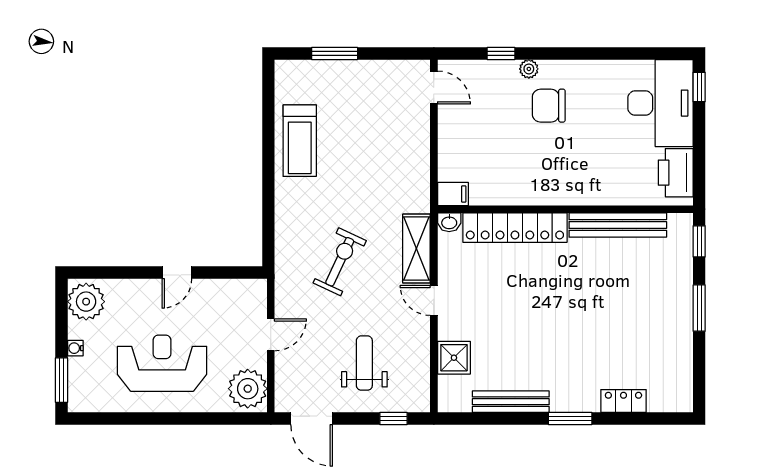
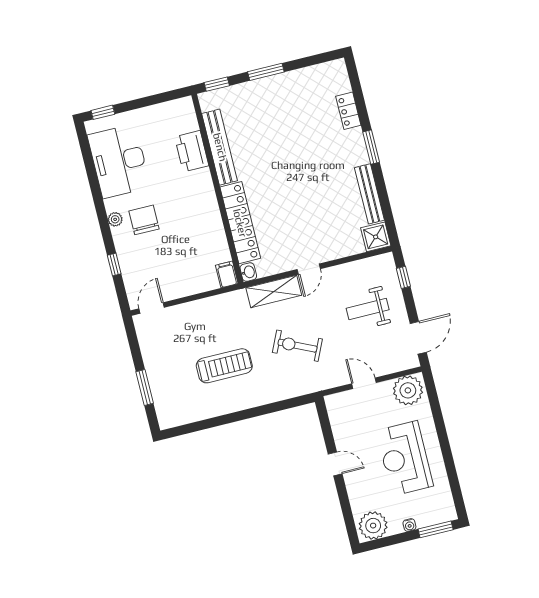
plant: (529, 69) -> (115, 219), moved
desk: (660, 103) -> (119, 161), moved, turned -90
chair: (549, 106) -> (144, 220), turned 180
treadmill: (300, 141) -> (224, 366), moved
printer: (676, 173) -> (192, 151), moved, turned 90
shower: (454, 358) -> (376, 237), moved

